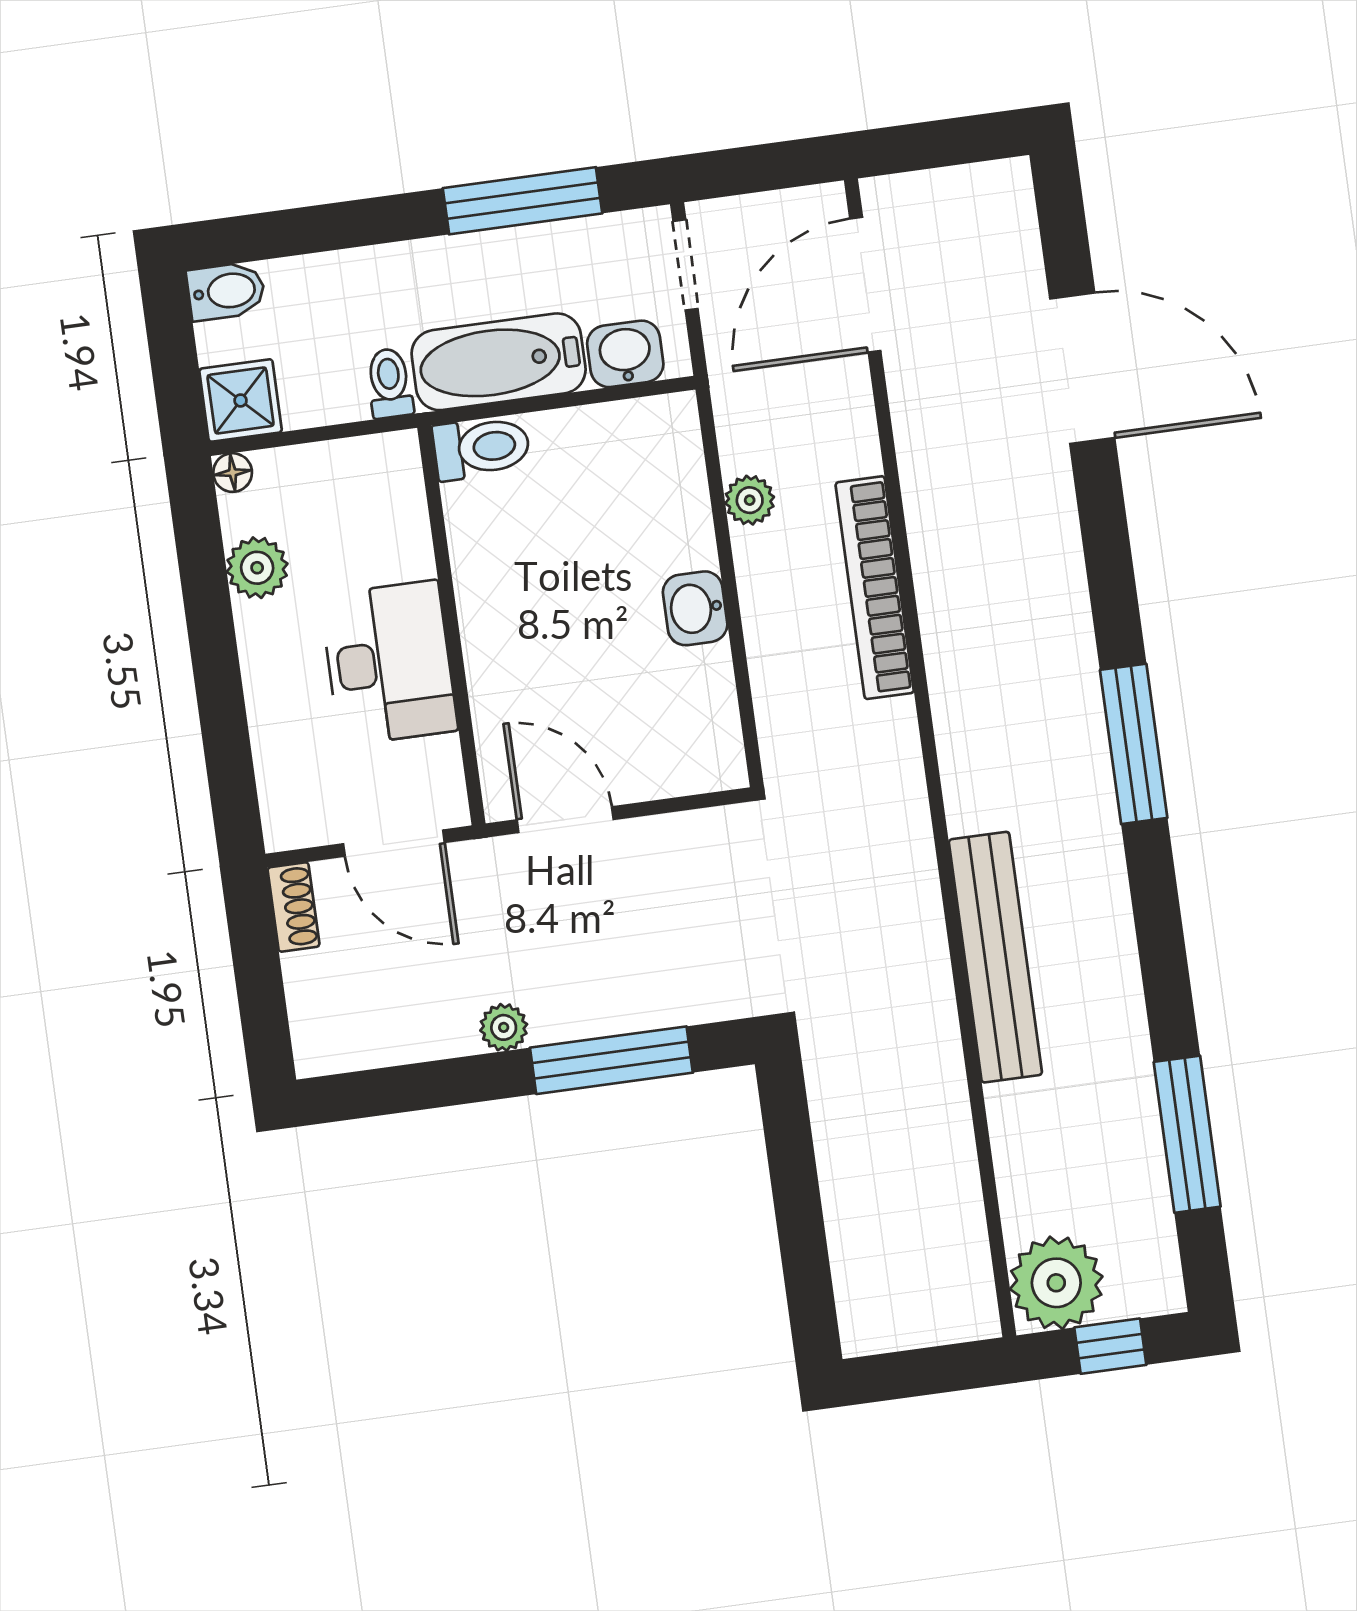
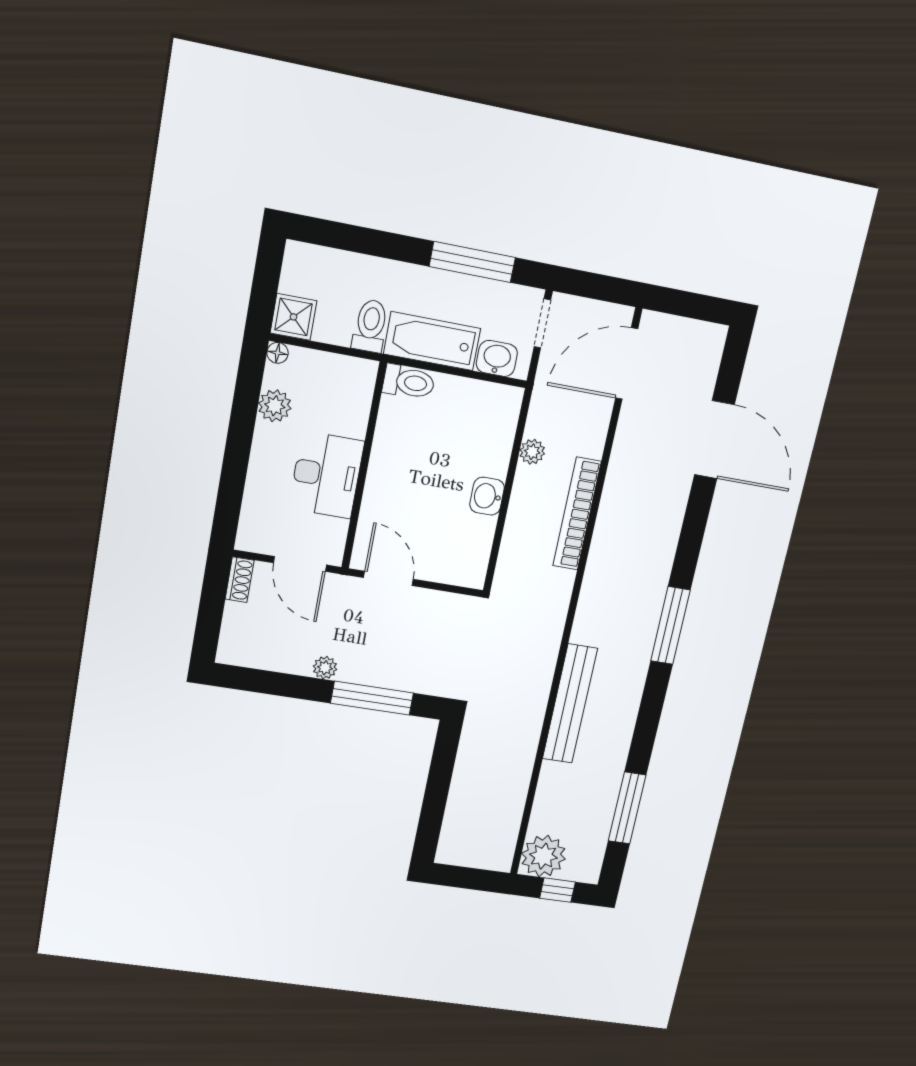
bidet: (226, 291) -> (304, 257), removed
toilet: (390, 383) -> (370, 326), width x1.37, depth x1.39

